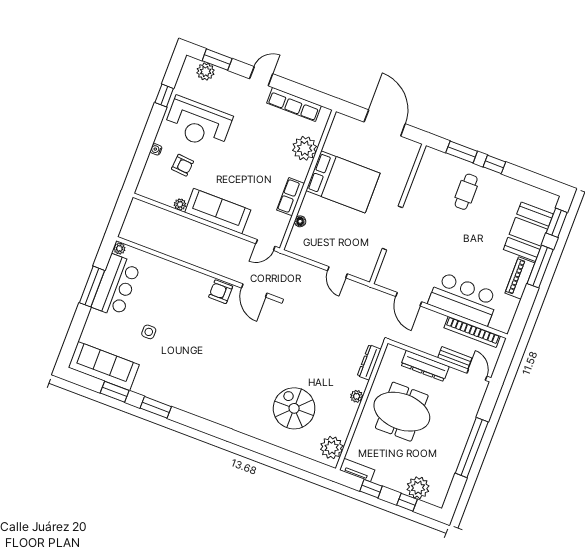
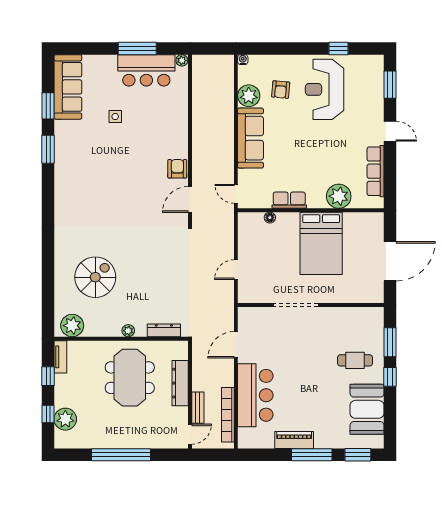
plant: (206, 71) -> (375, 78), removed
water cooler: (156, 149) -> (243, 60), moved
plant: (180, 204) -> (249, 96), width x1.88, depth x1.88
booth: (528, 232) -> (367, 409), moved, turned 90

